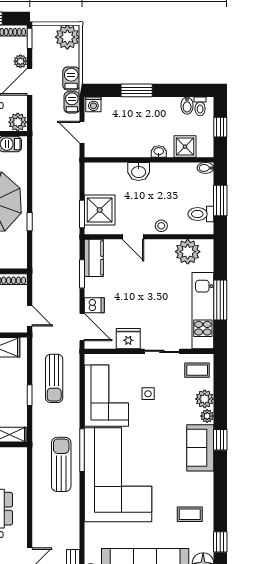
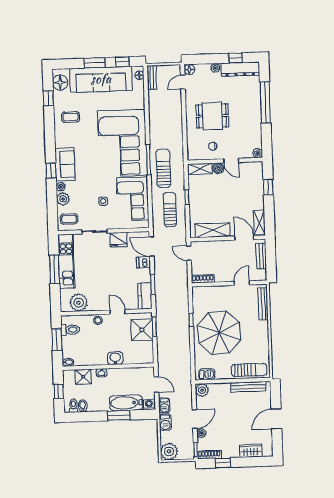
bathtub: (126, 108) -> (126, 403), added
sun lounger: (61, 464) -> (163, 168), moved, turned 180

